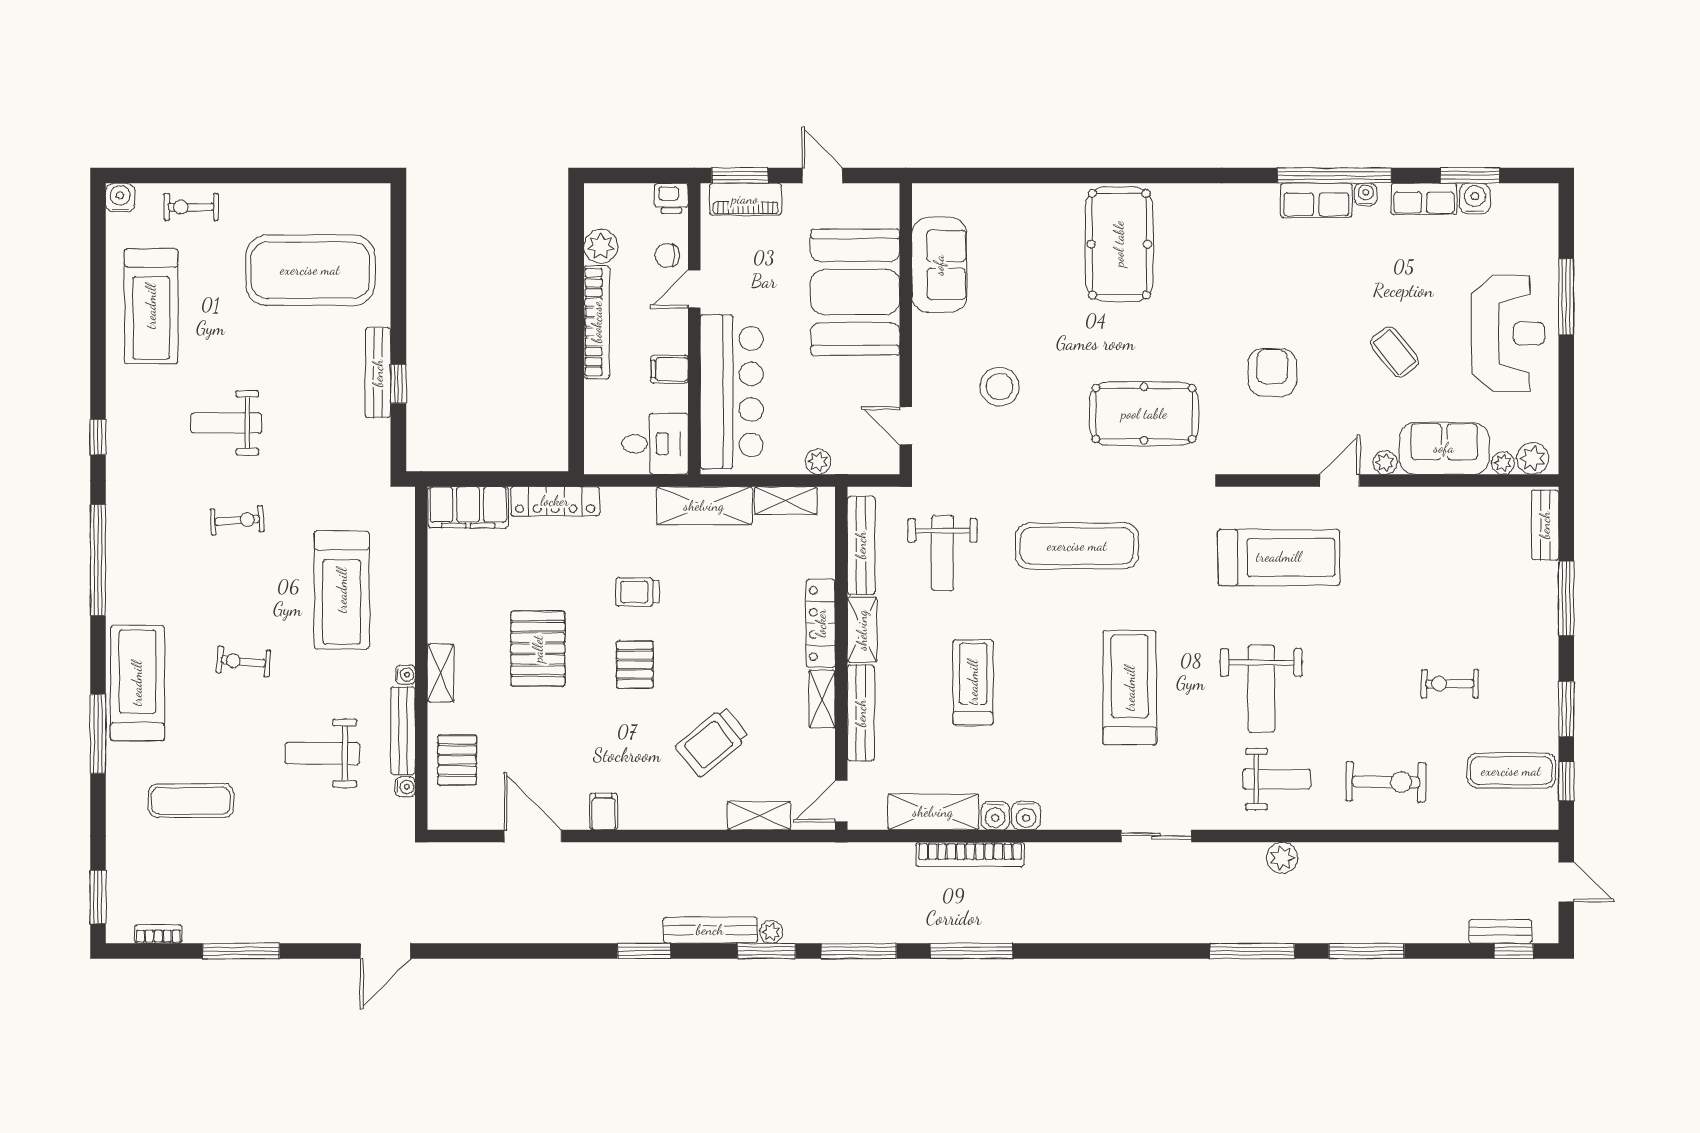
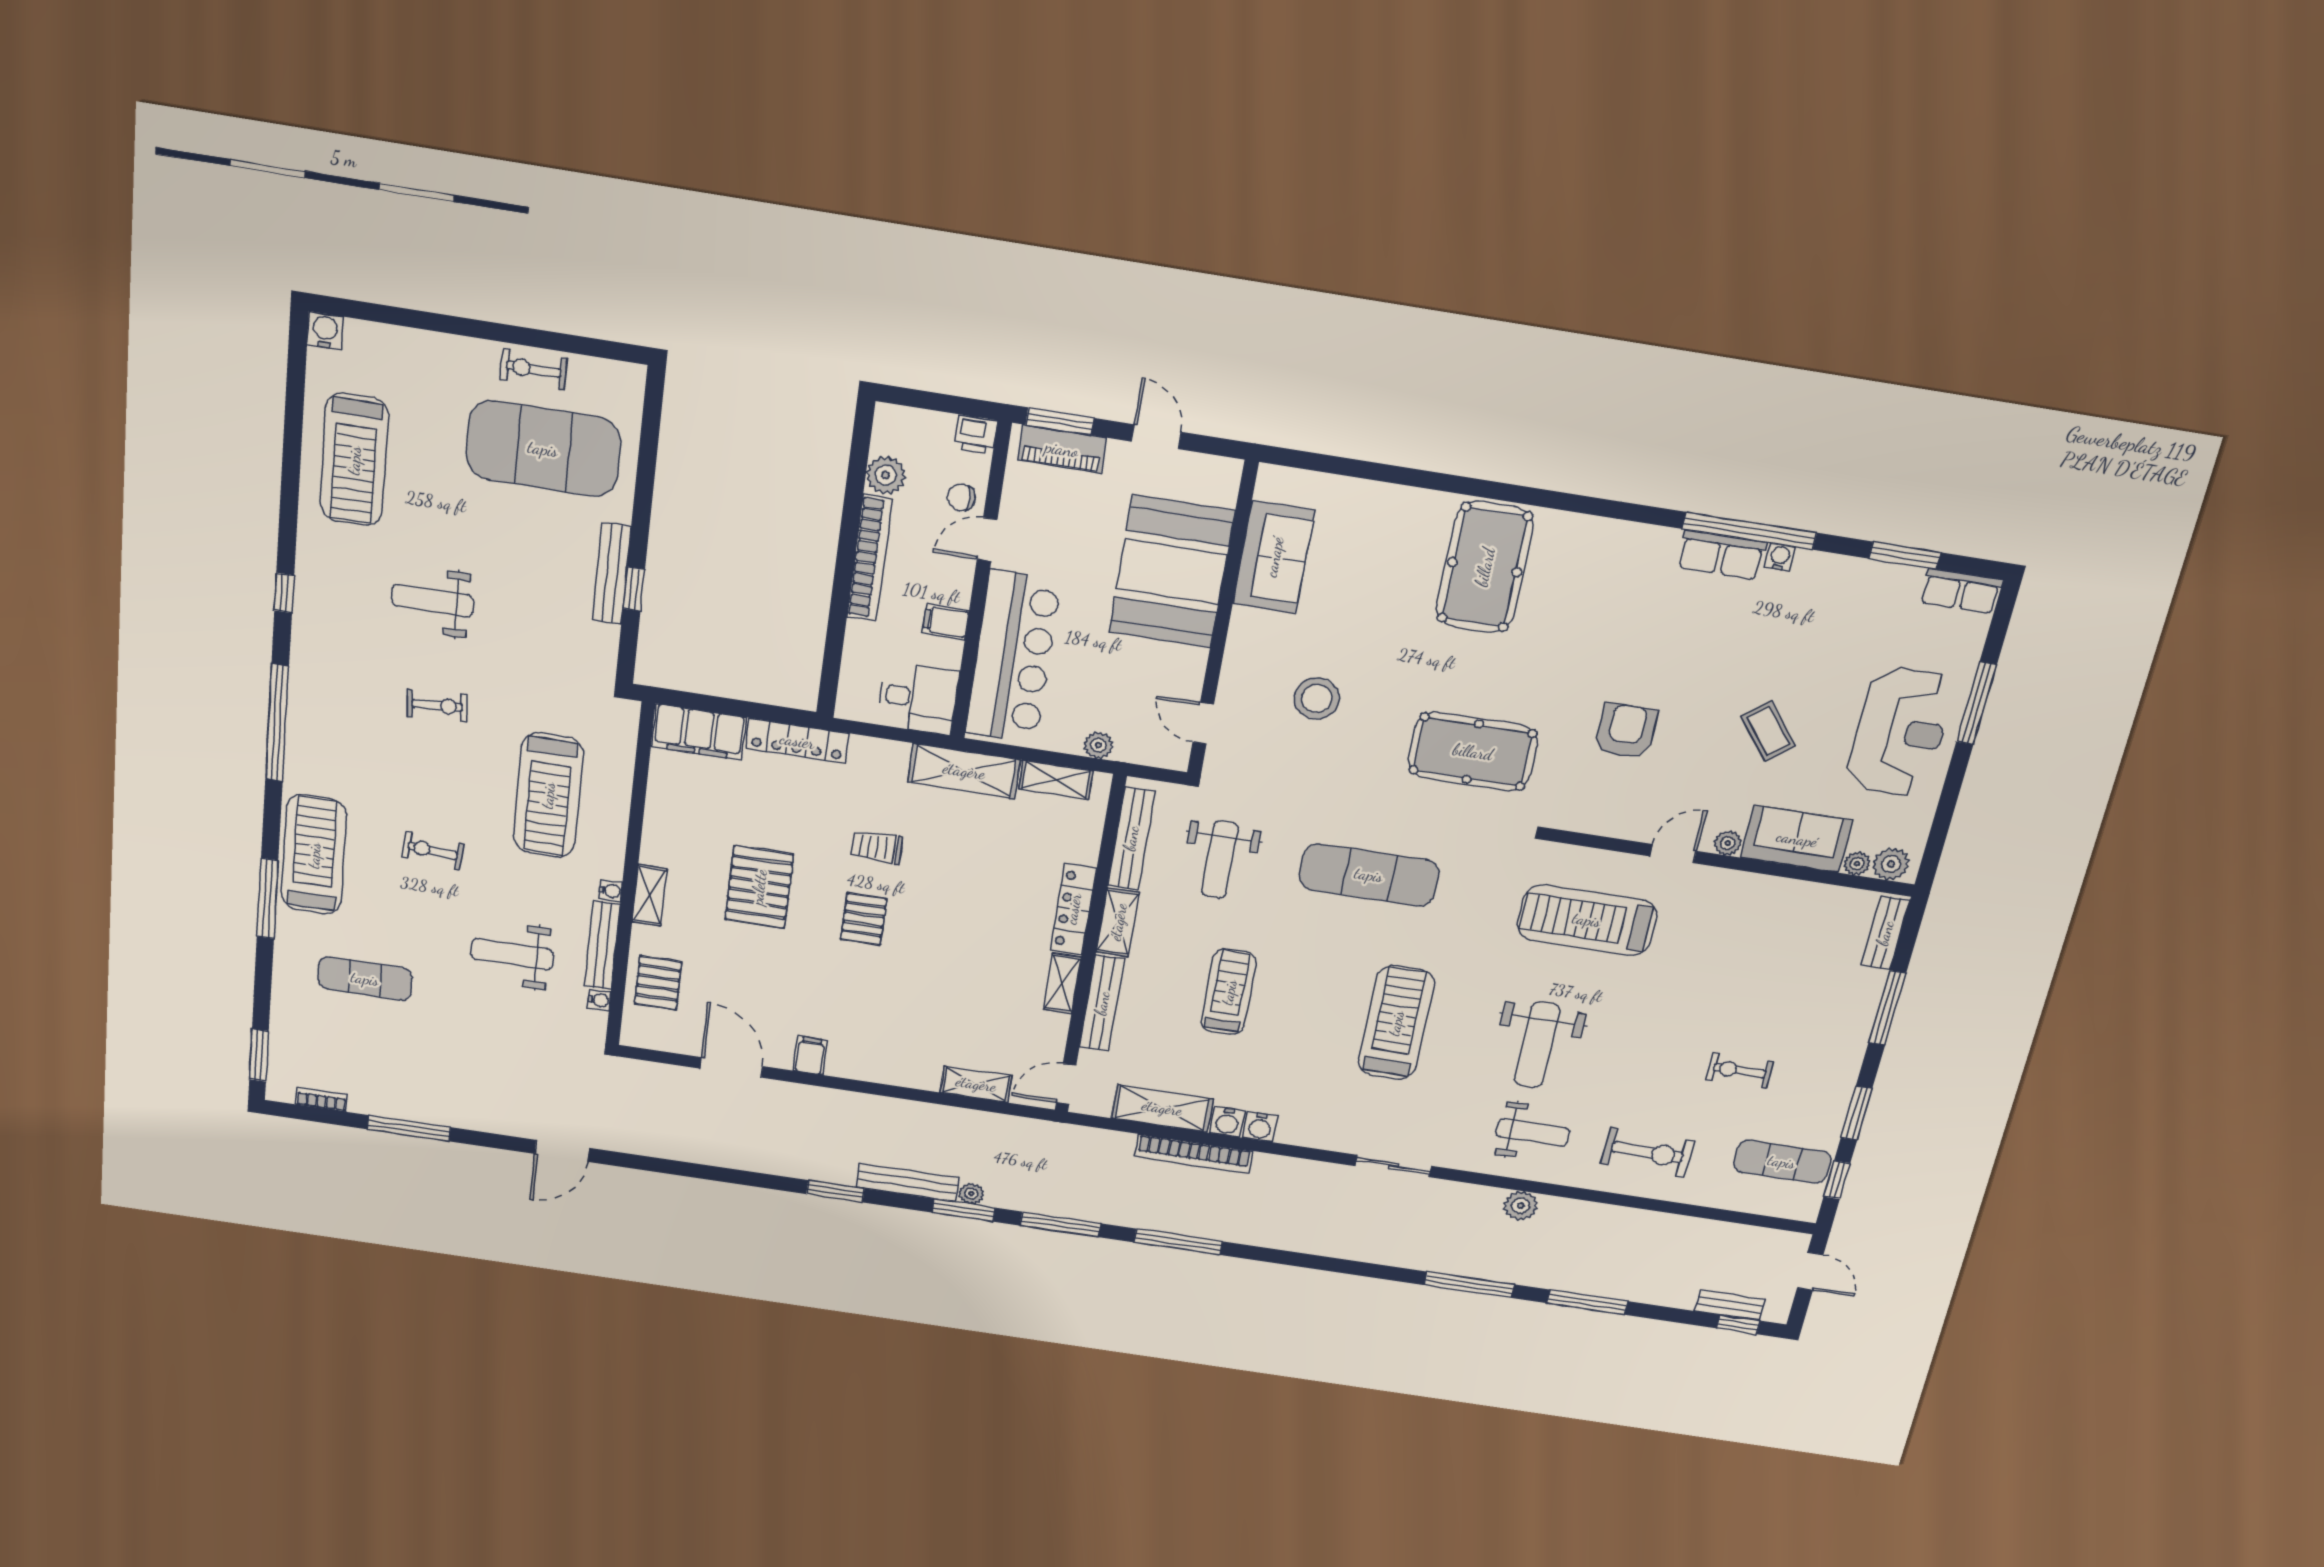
row of seats: (1424, 199) -> (1961, 591), moved
water cooler: (1475, 199) -> (1903, 582), removed
exercise bike: (191, 207) -> (534, 369), moved
treadmill: (1279, 557) -> (1587, 920), turned 180
trolley: (712, 742) -> (937, 1007), removed

